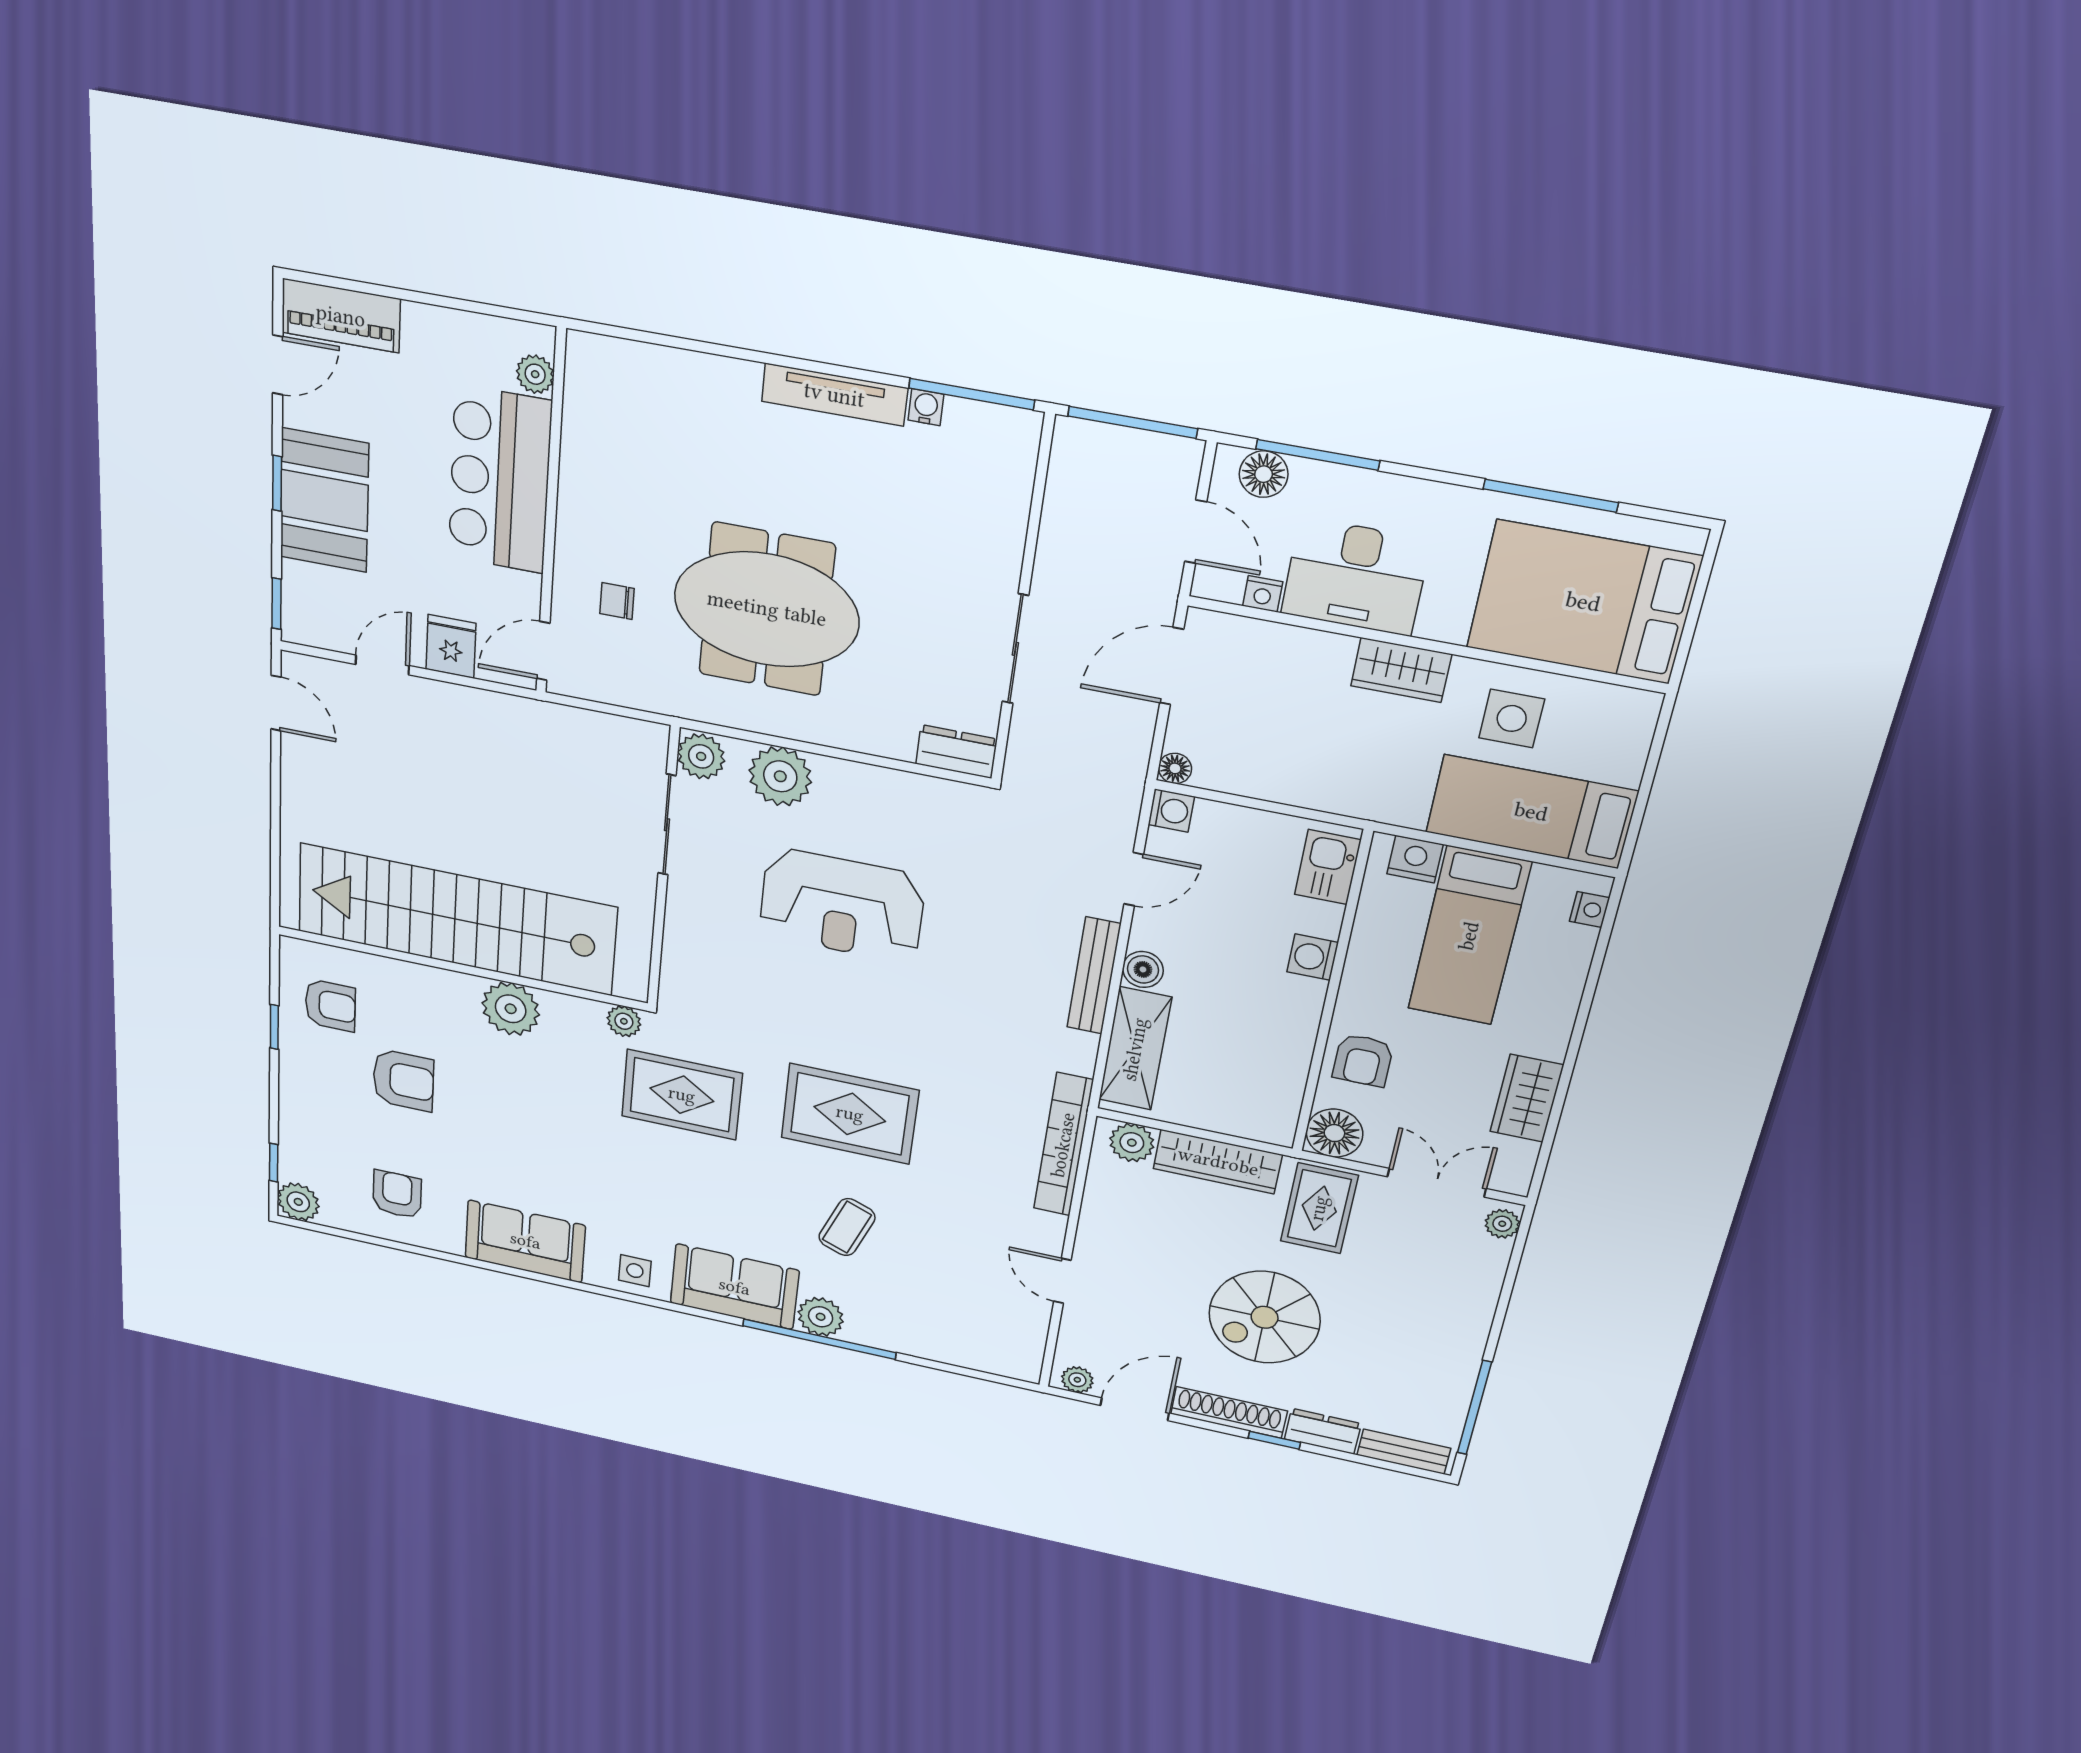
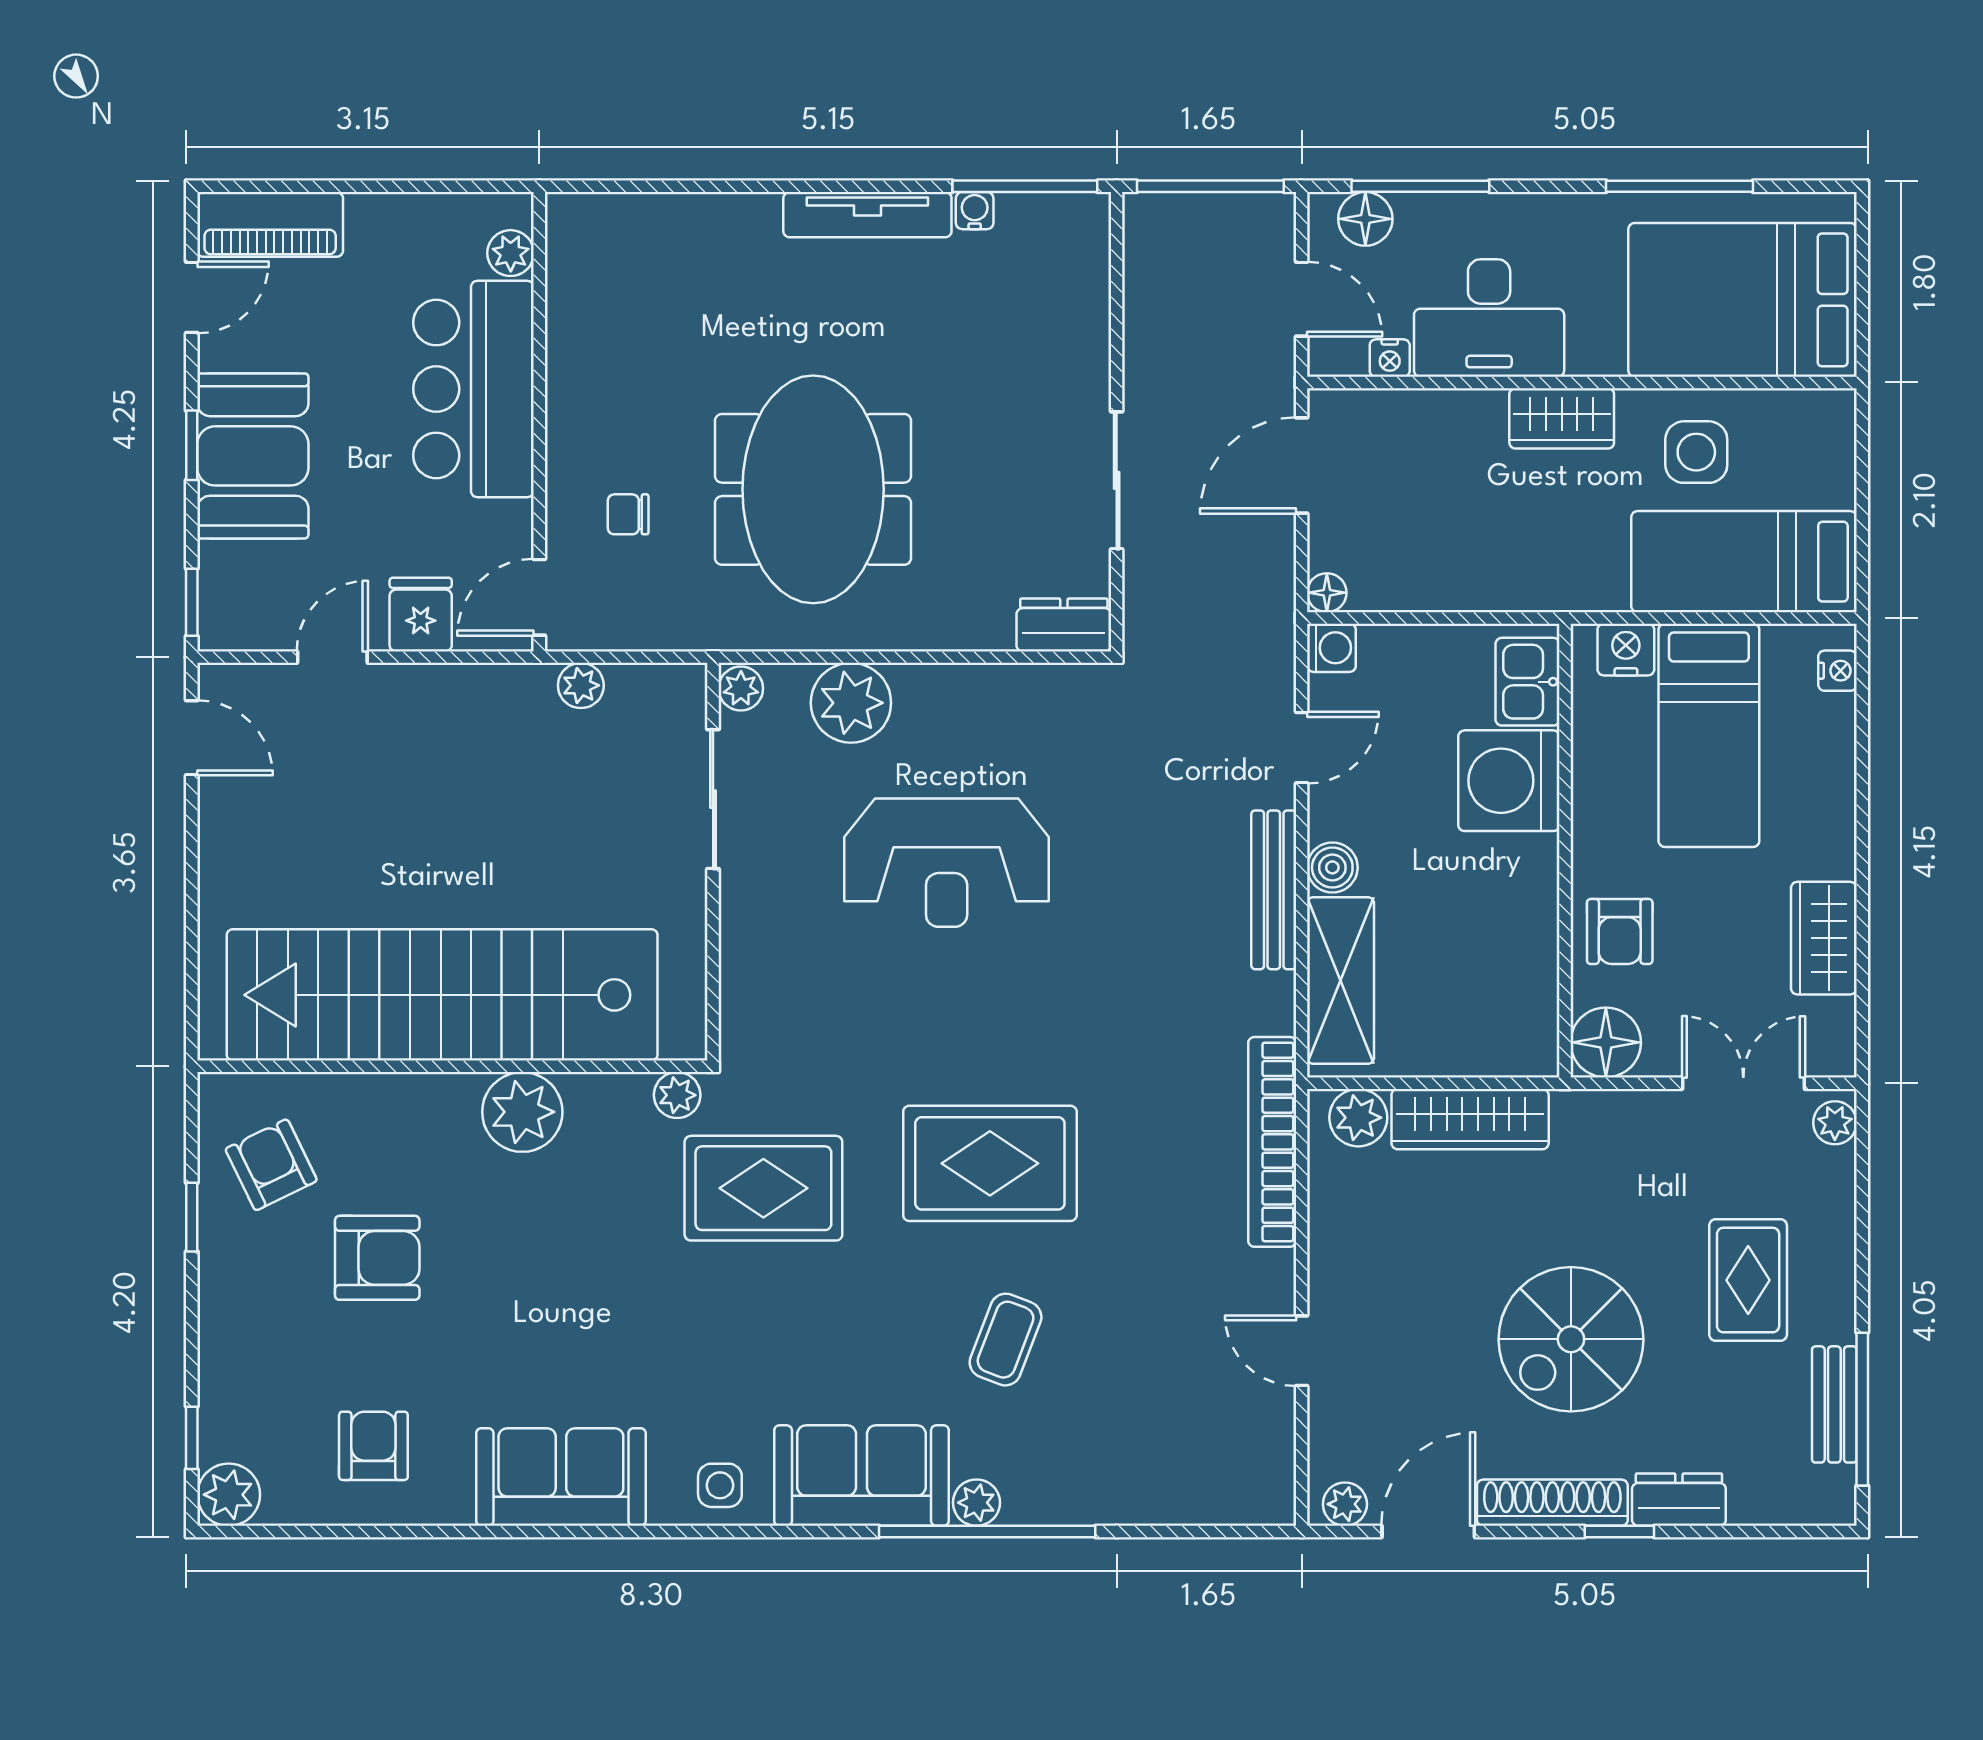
meeting table: (767, 609) -> (813, 489), turned 90
plant: (572, 723) -> (581, 685), added
plant: (701, 756) -> (741, 688), width x0.73, depth x0.73
washing machine: (1313, 957) -> (1509, 781), width x1.89, depth x1.89
armchair: (330, 1005) -> (271, 1165), turned -116
rug: (1319, 1208) -> (1748, 1280), moved
plant: (821, 1317) -> (976, 1503), width x0.73, depth x0.73
bench: (1404, 1452) -> (1834, 1404), moved, turned 90

